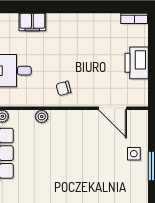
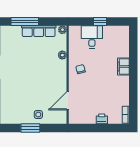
filing cabinet: (32, 22) -> (123, 66), moved
printer: (137, 63) -> (102, 119), width x0.53, depth x0.68

